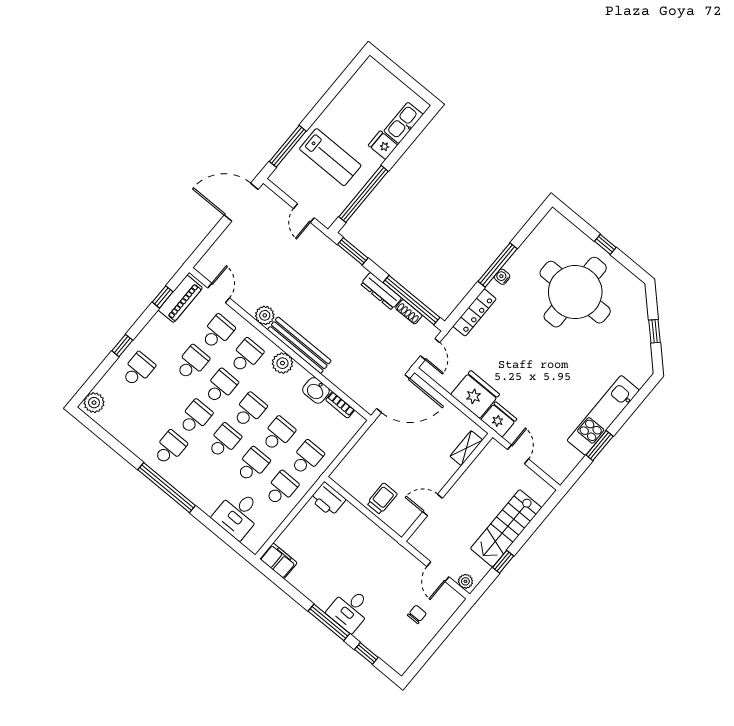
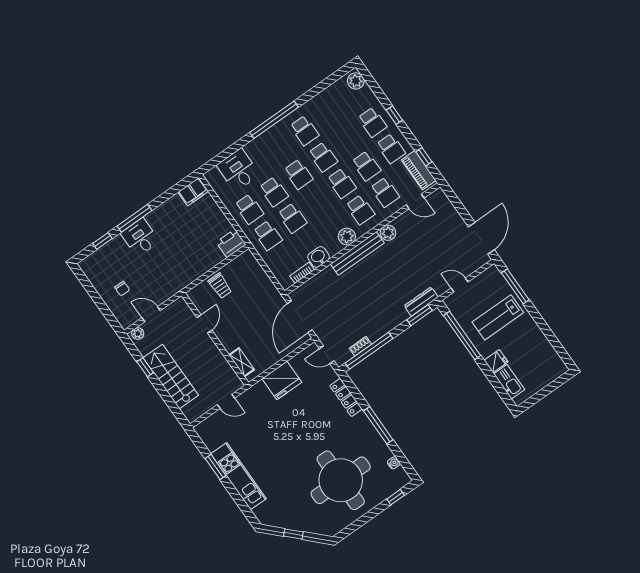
window: (605, 244) -> (396, 497), moved
water cooler: (502, 277) -> (394, 463), moved
dresser: (381, 291) -> (421, 301), moved
school desk: (249, 410) -> (391, 149), moved
fridge: (499, 419) -> (257, 394), removed

